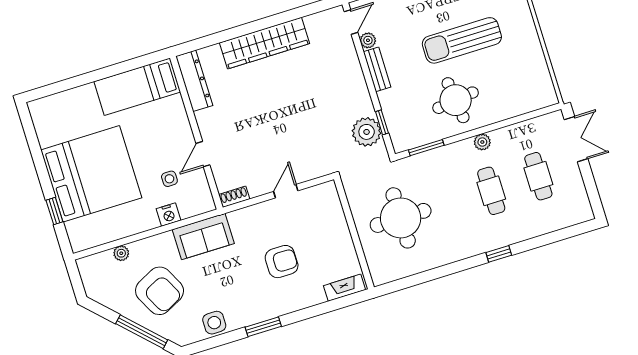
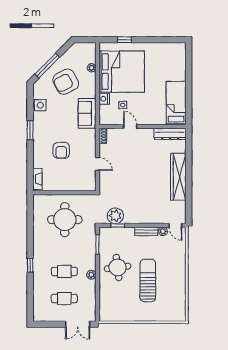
bed: (91, 174) -> (122, 72), moved, turned -90

